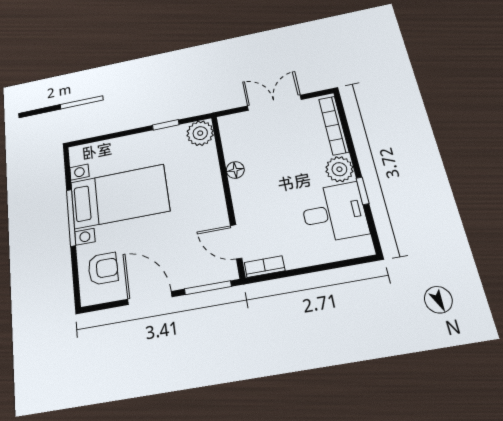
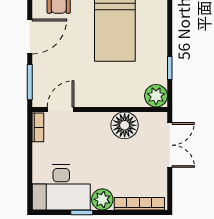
double door: (274, 103) -> (170, 145), moved
floor lamp: (235, 170) -> (125, 125), width x1.89, depth x1.89
desk: (334, 213) -> (61, 187), width x1.37

